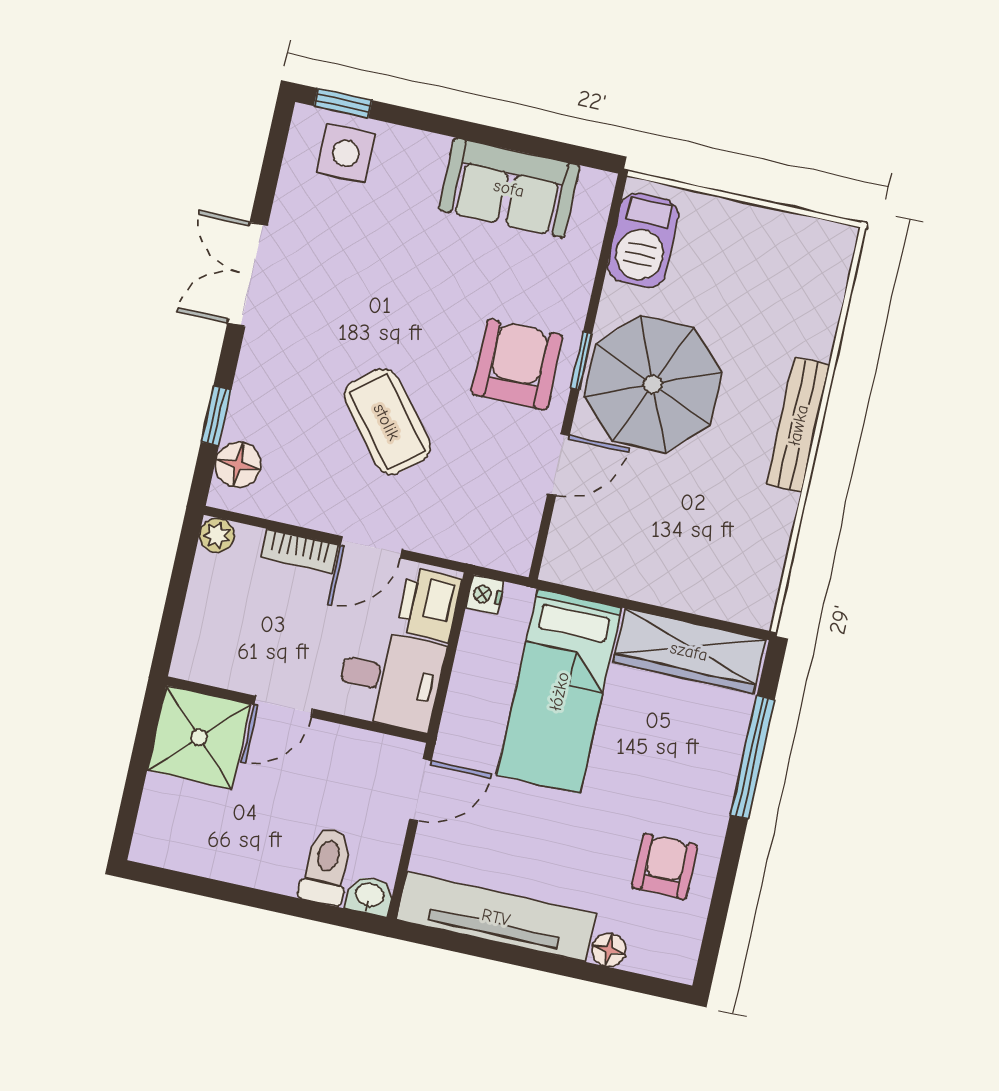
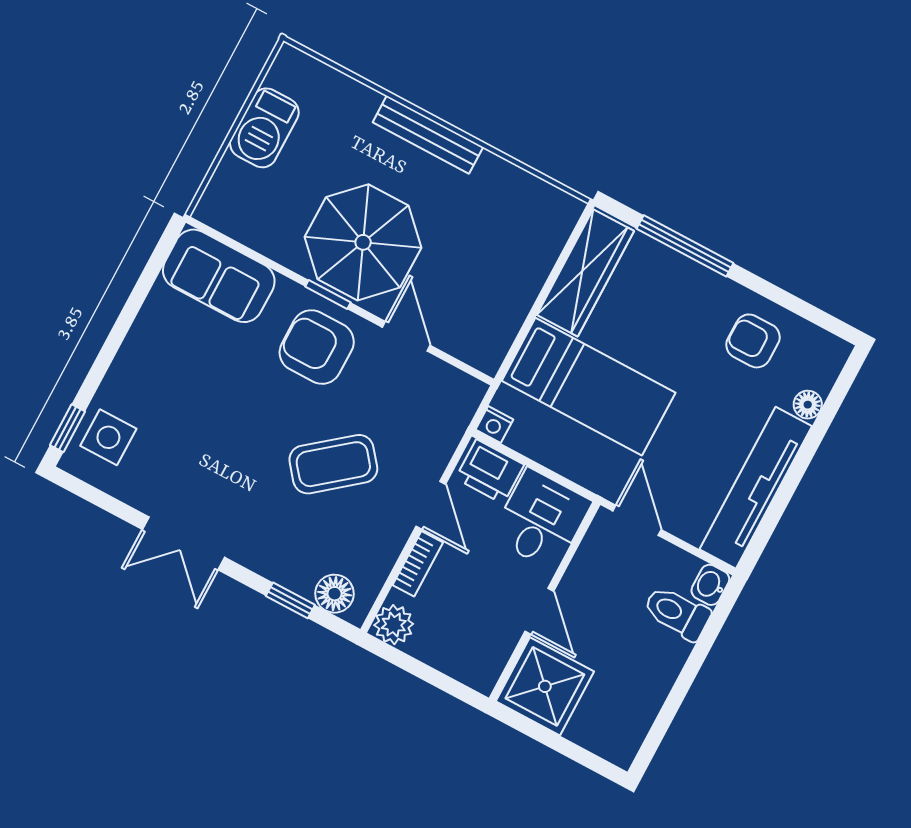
sofa: (509, 188) -> (219, 276), moved, turned 90
barbecue: (643, 240) -> (264, 128), moved, turned 90
plant: (217, 535) -> (394, 625), width x1.38, depth x1.38

